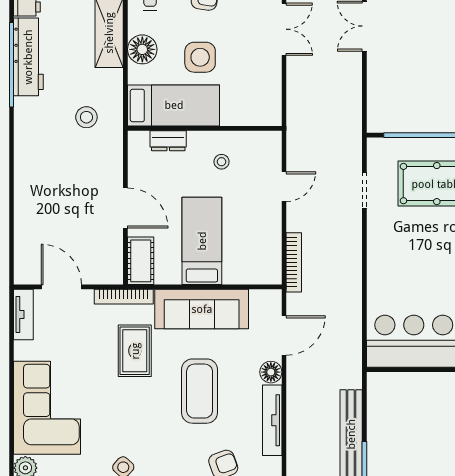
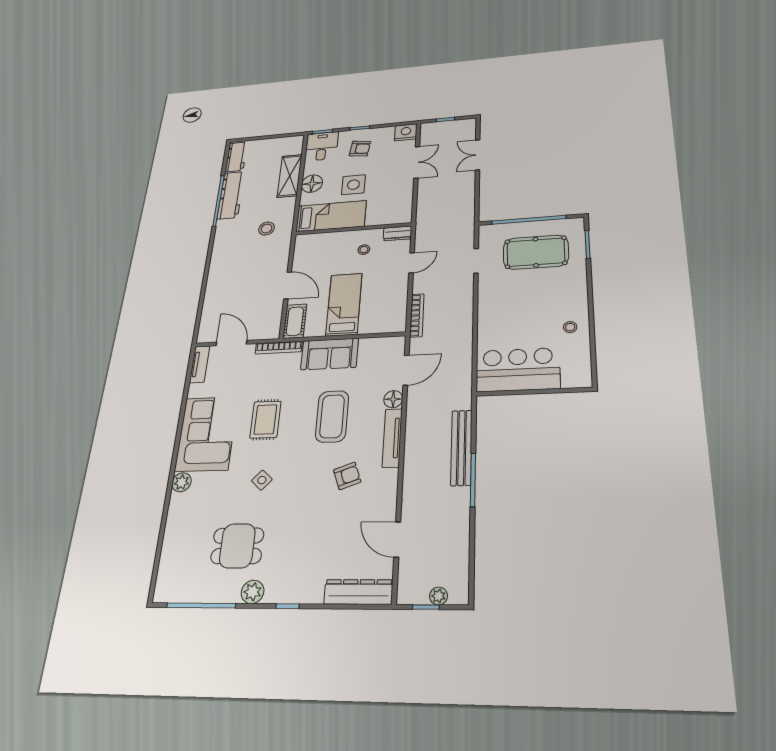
dresser: (168, 141) -> (397, 233), moved
sofa: (202, 309) -> (330, 354), width x0.73
rug: (135, 351) -> (265, 420), moved

